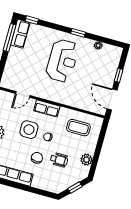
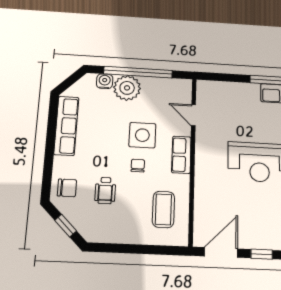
chair: (37, 158) -> (67, 188), moved
plant: (86, 160) -> (115, 234), removed

